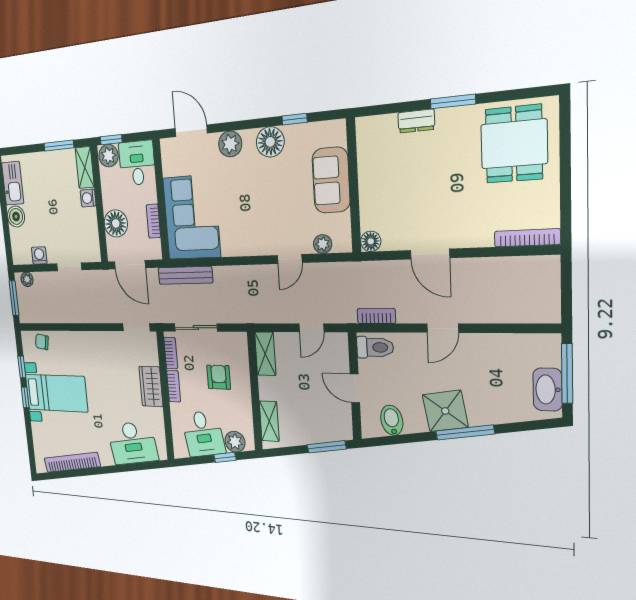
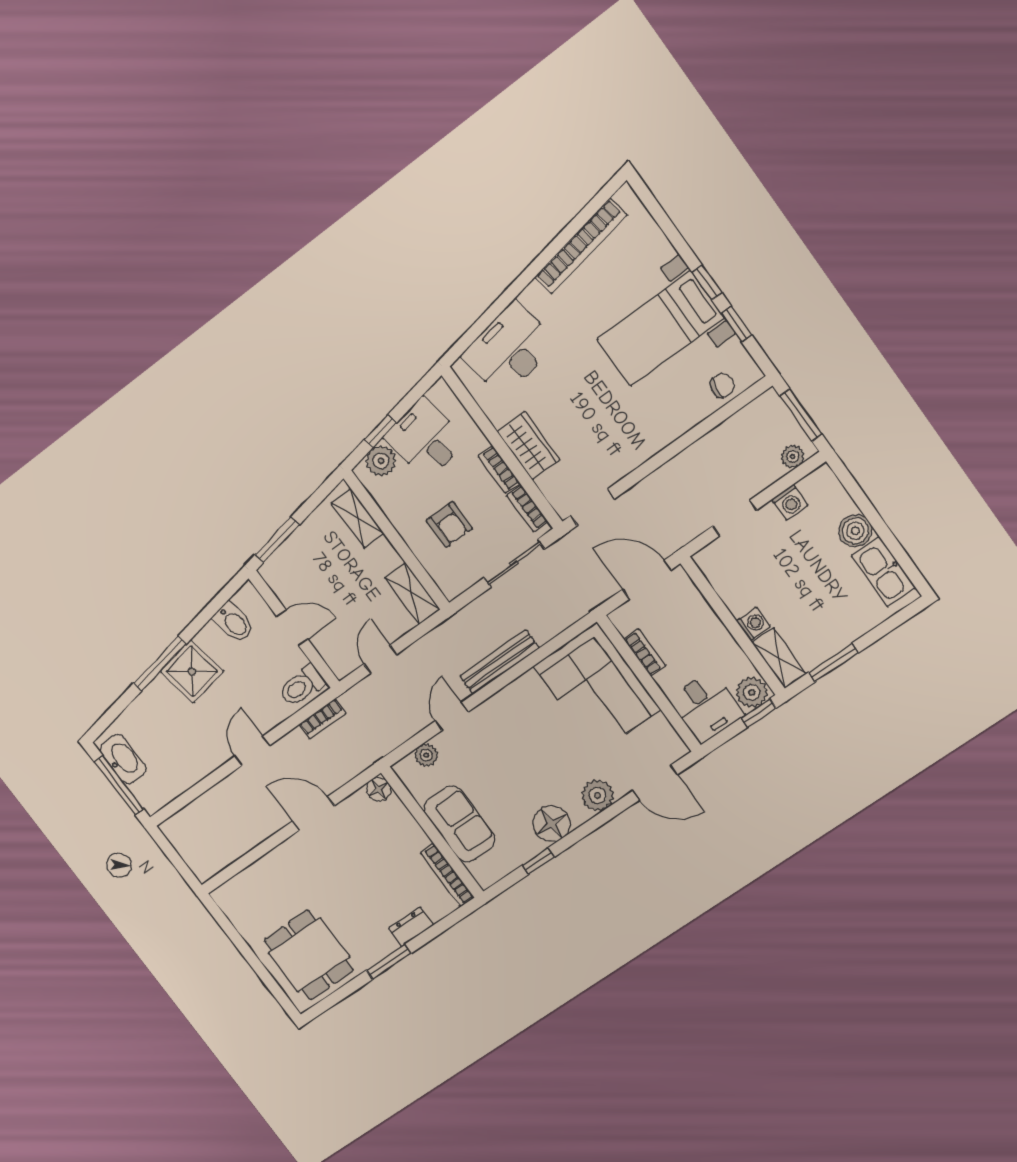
floor lamp: (116, 223) -> (696, 617), removed
bookcase: (527, 238) -> (447, 875), moved, turned 90
bench: (185, 275) -> (500, 662), moved

